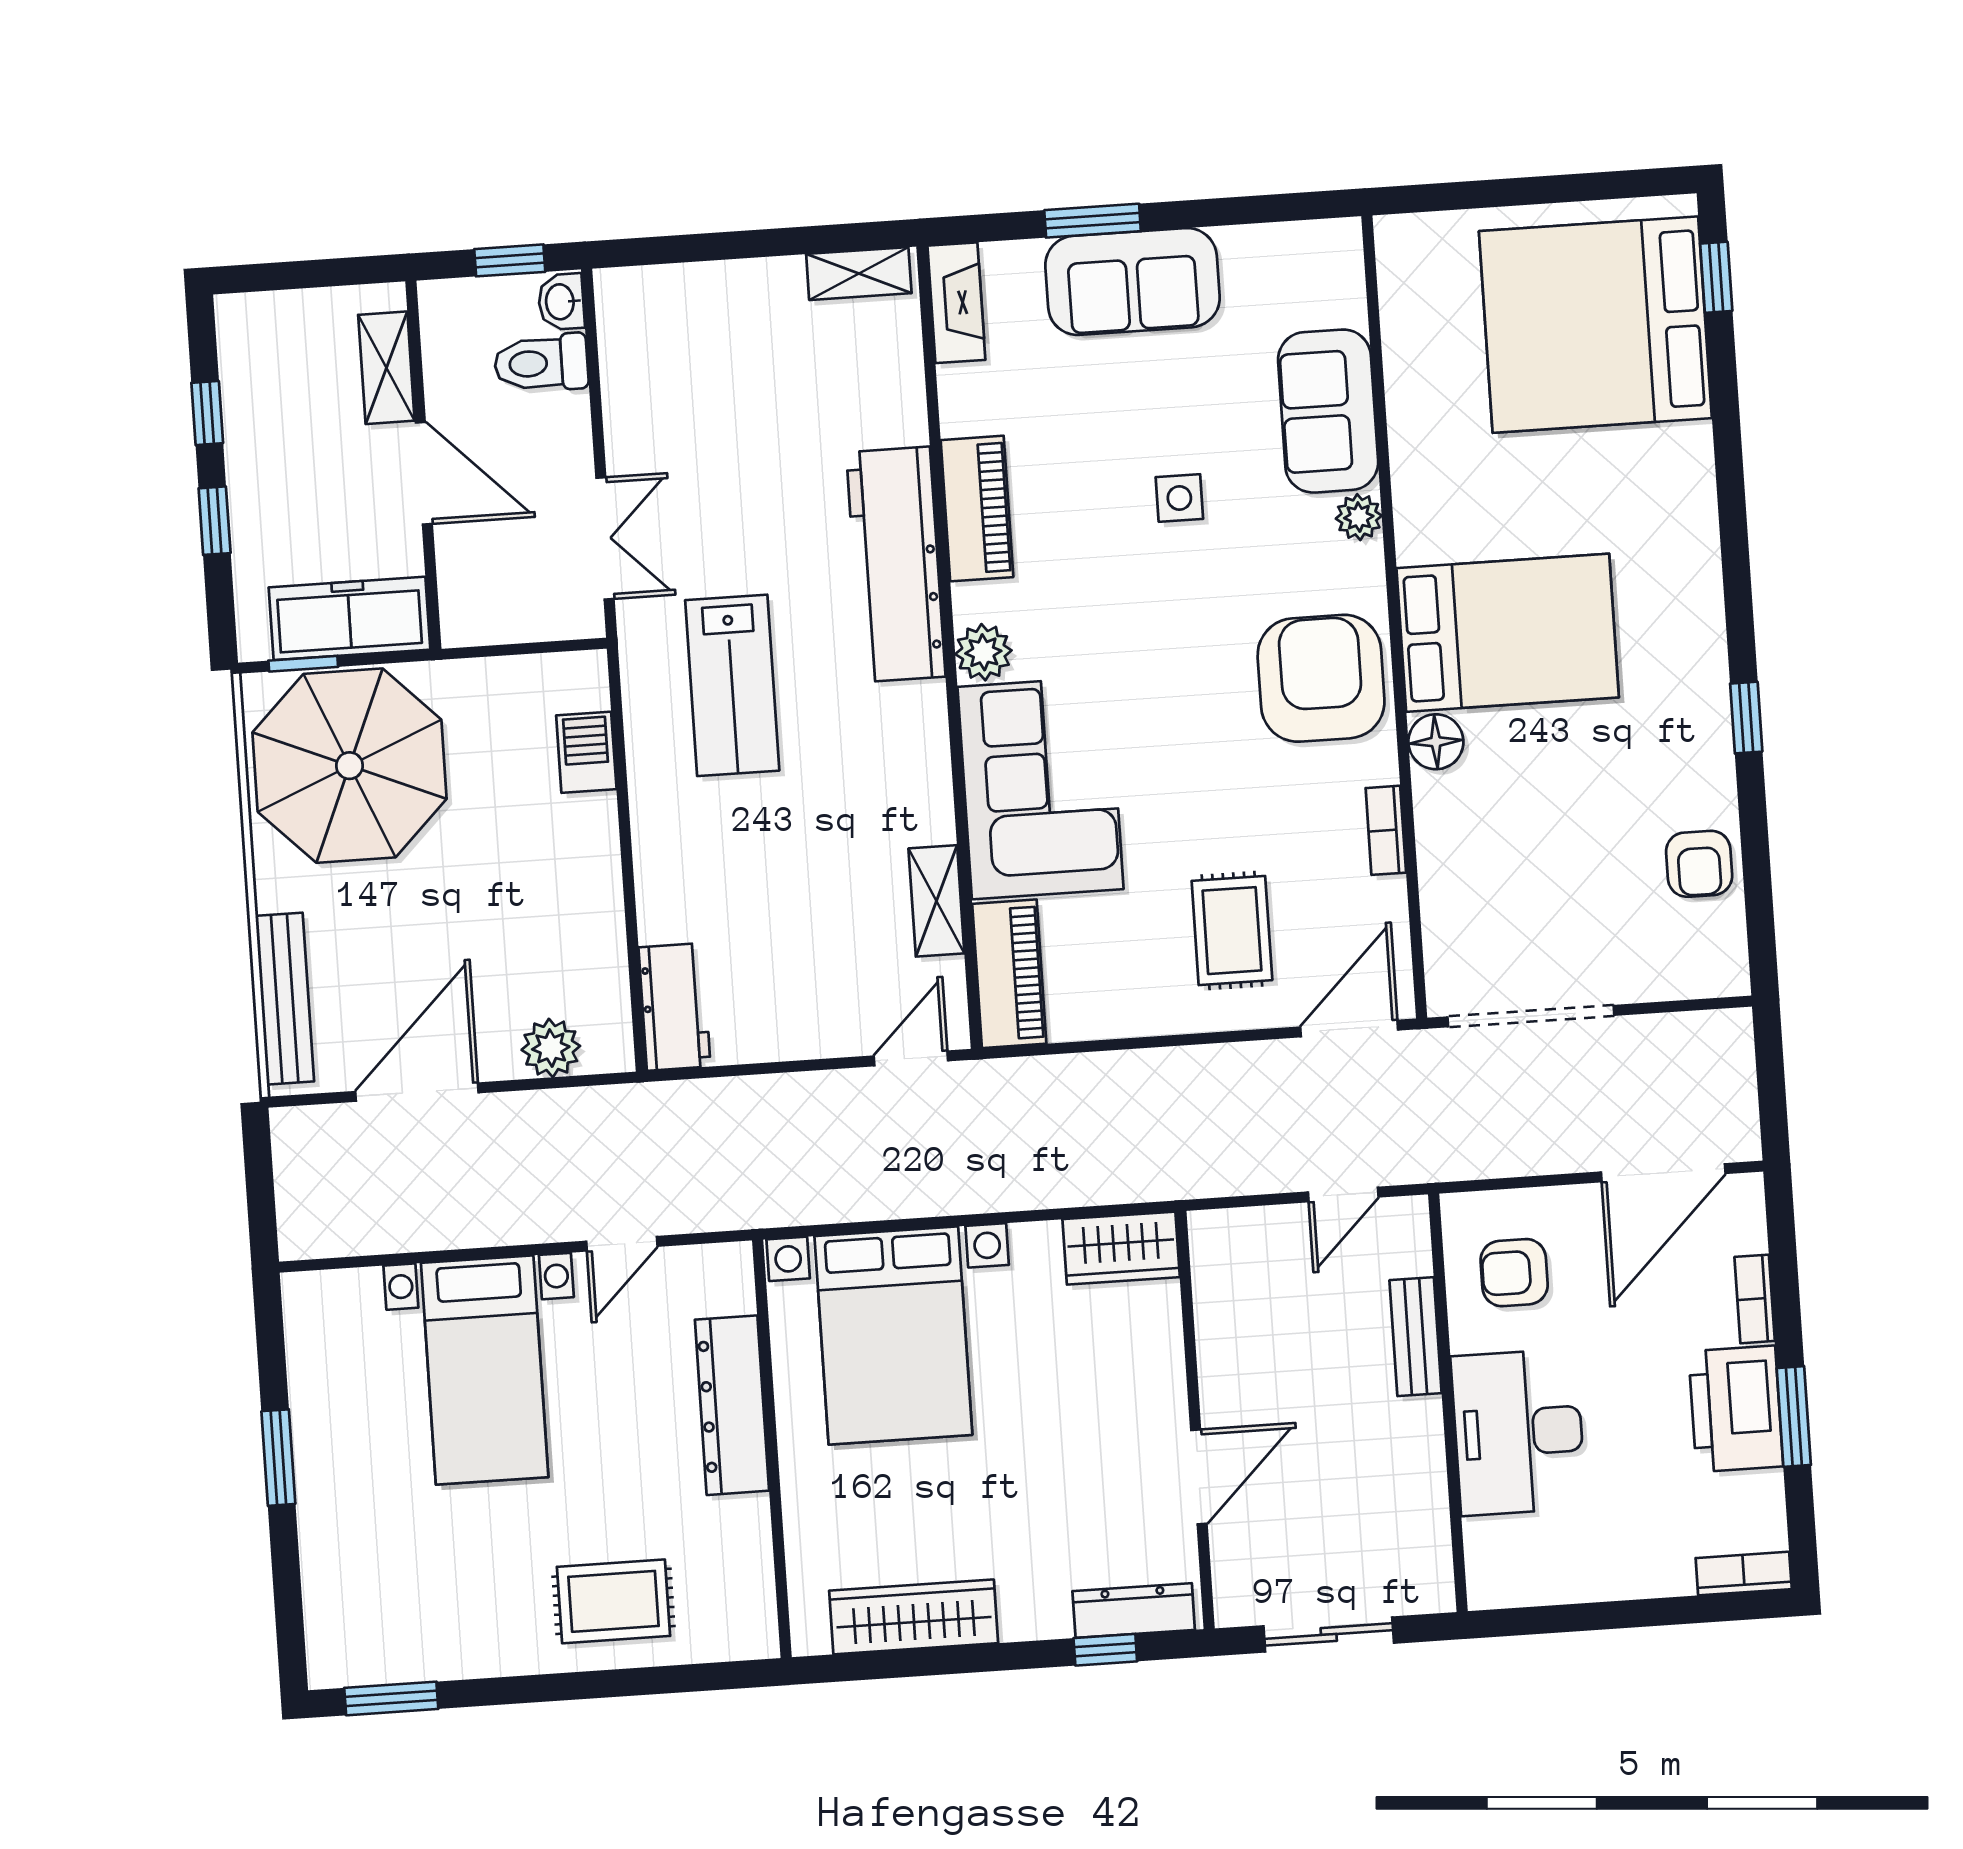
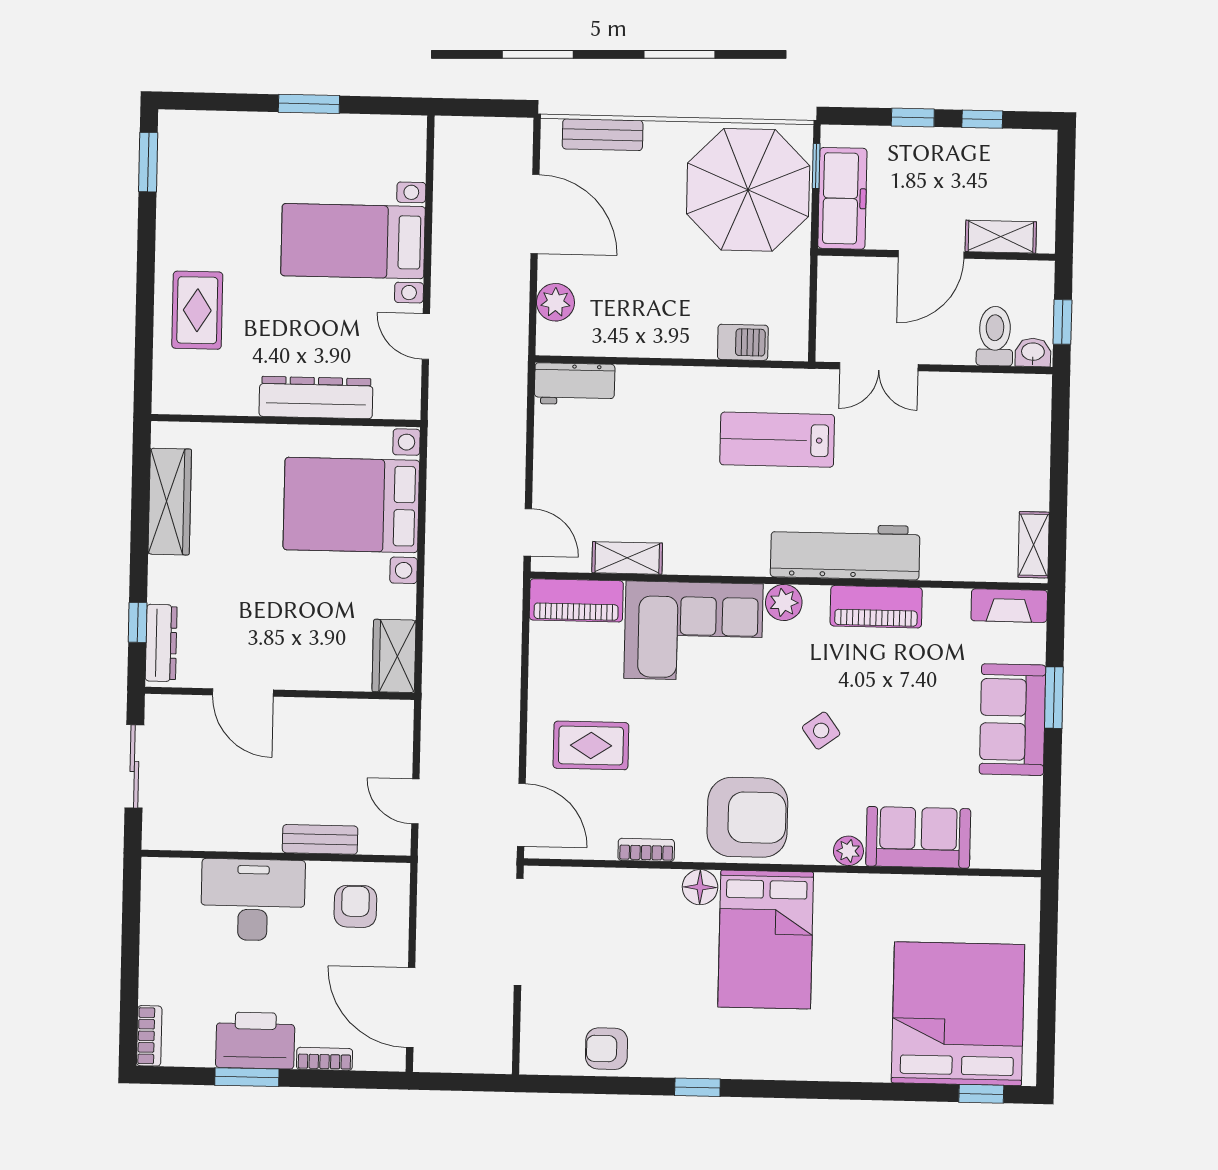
side table: (1179, 498) -> (821, 731), moved, turned -36
bench: (285, 999) -> (603, 135), width x0.73

